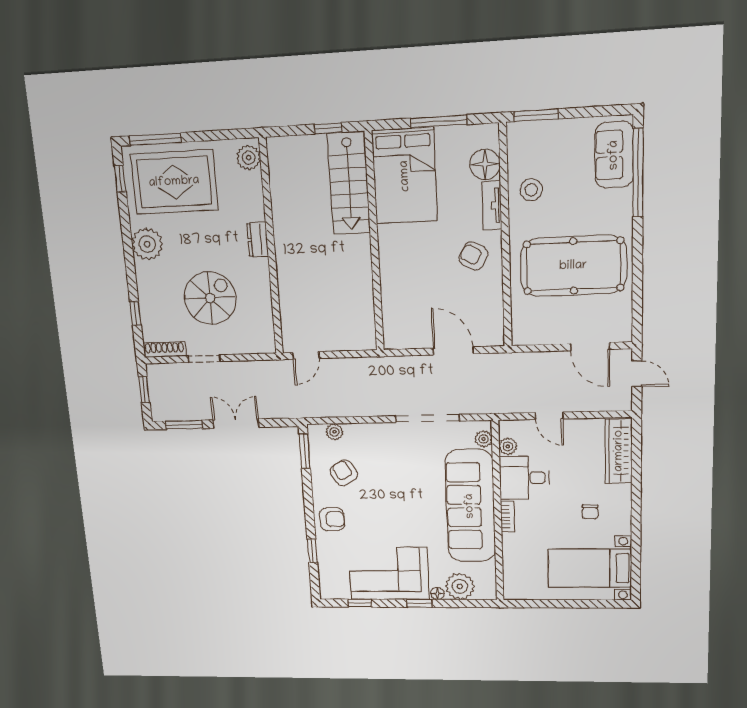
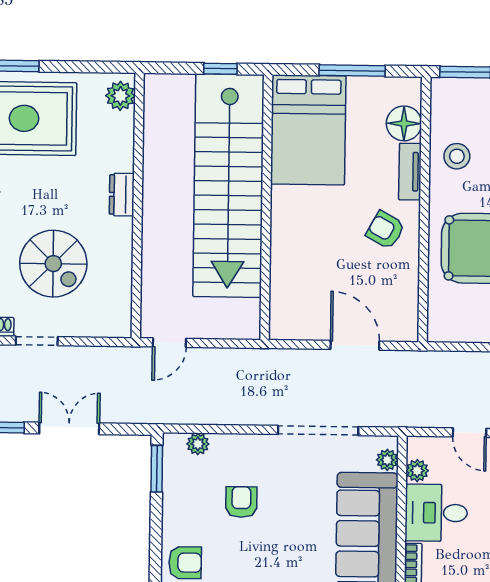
stairs: (349, 183) -> (228, 186), width x1.86, depth x1.51
spiral stairs: (210, 298) -> (53, 264), turned 90
armchair: (344, 473) -> (241, 502), moved, turned 30

